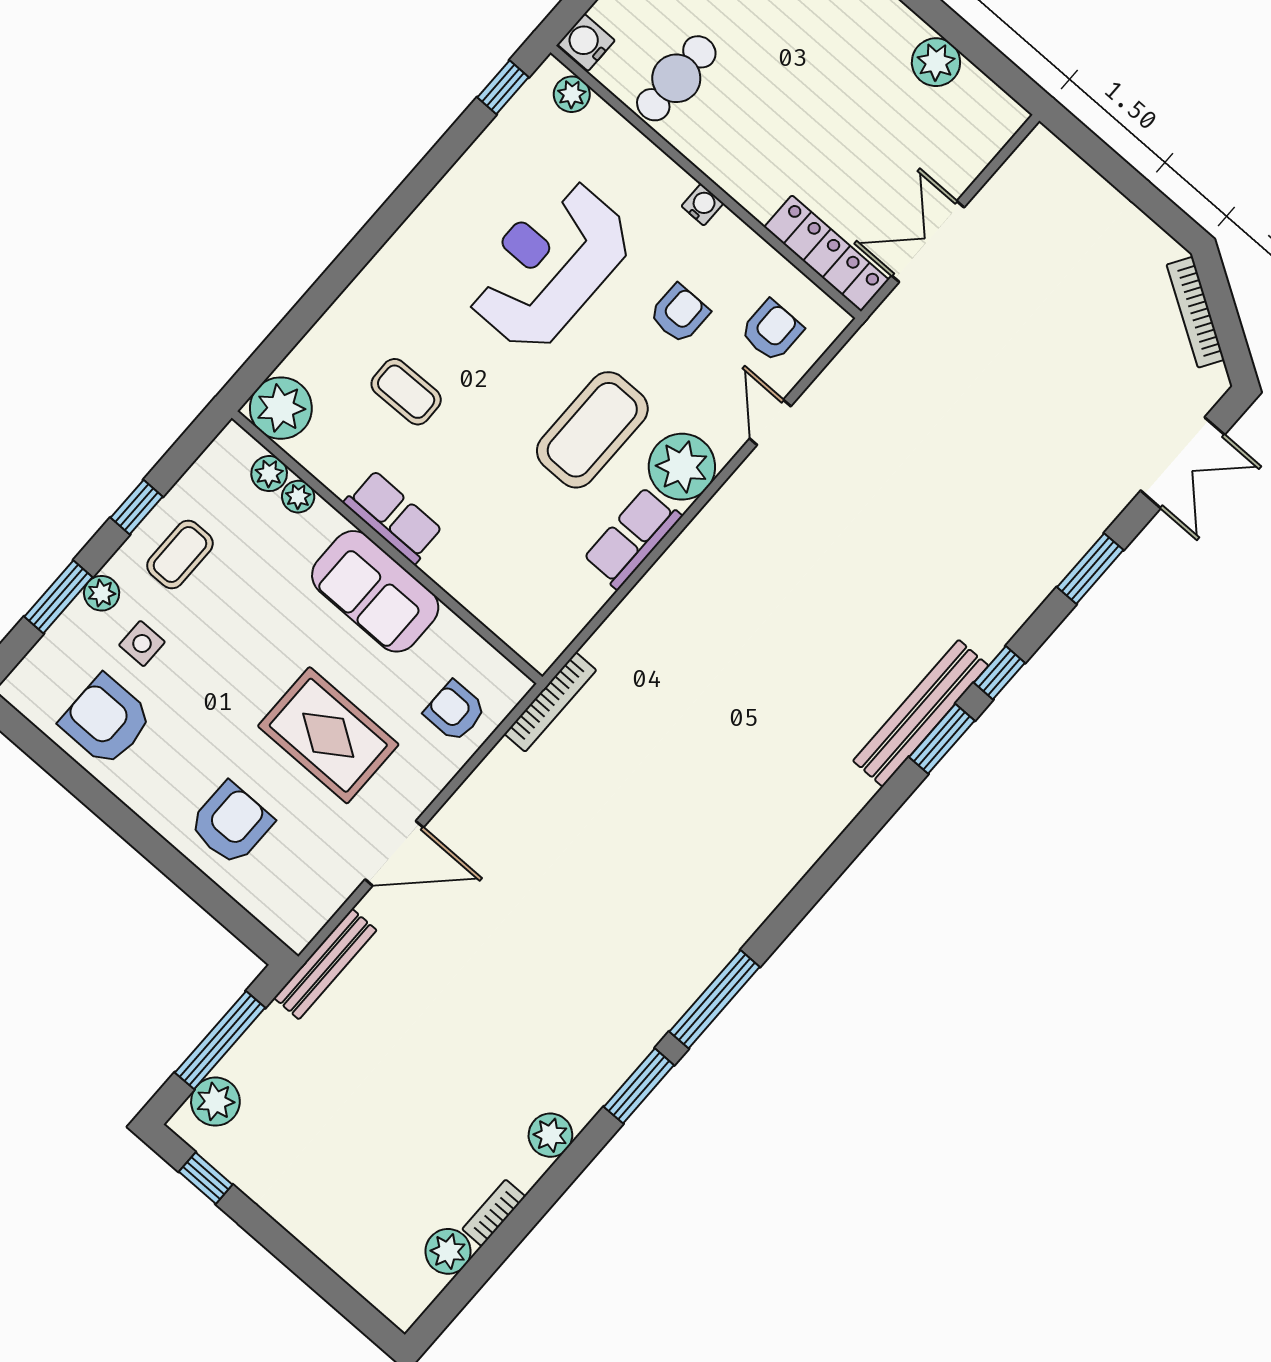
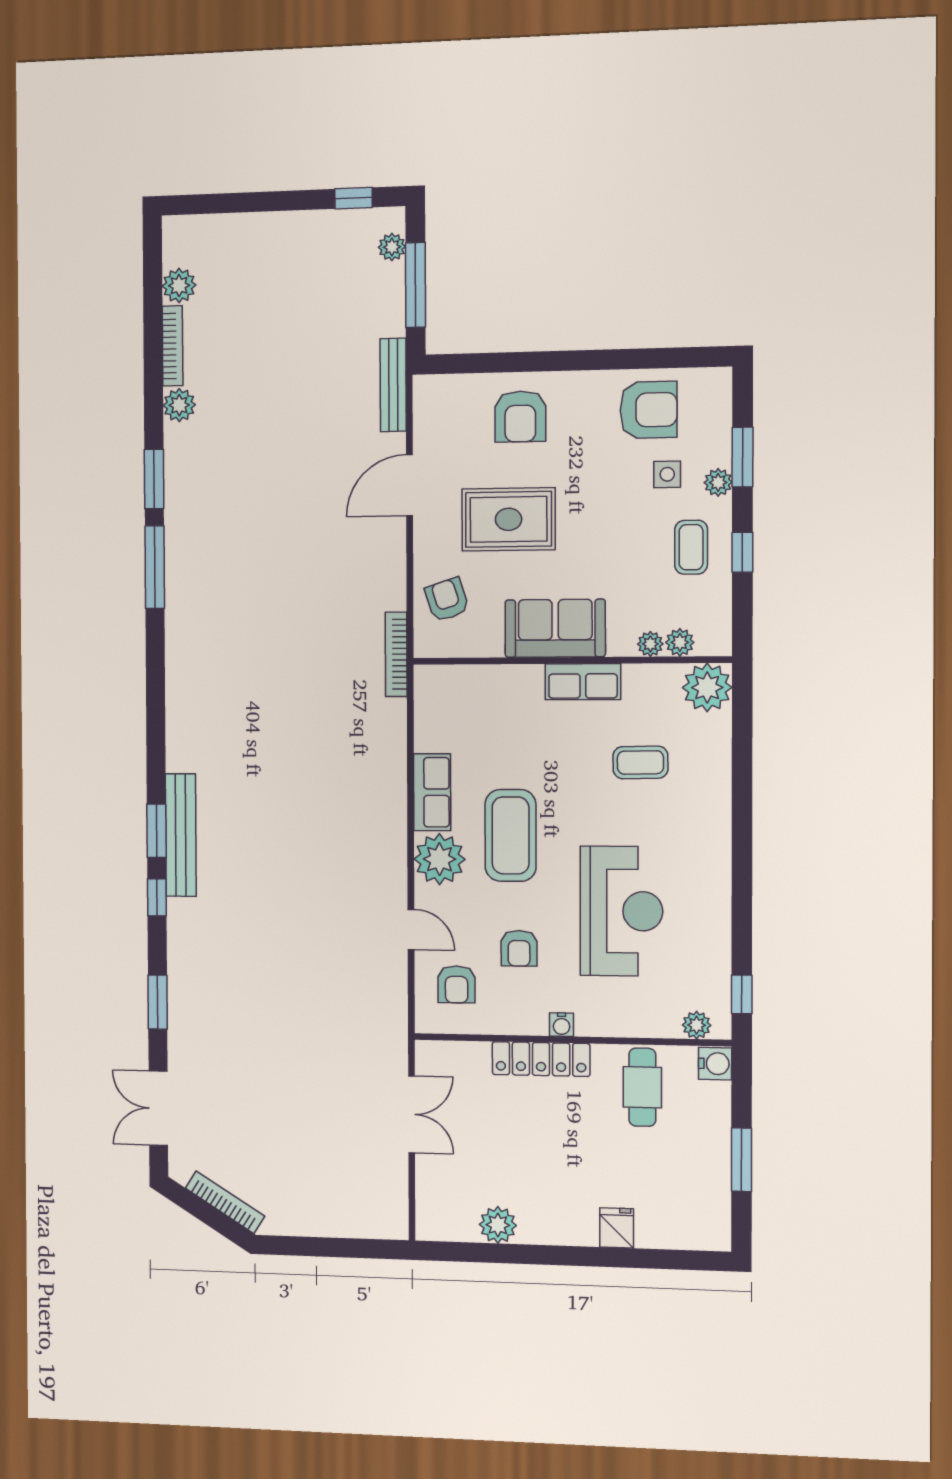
locker: (827, 253) -> (541, 1059), moved
armchair: (455, 711) -> (447, 600), turned -108
plant: (215, 1102) -> (392, 247), width x0.73, depth x0.73
bookcase: (494, 1213) -> (173, 346), width x1.56

